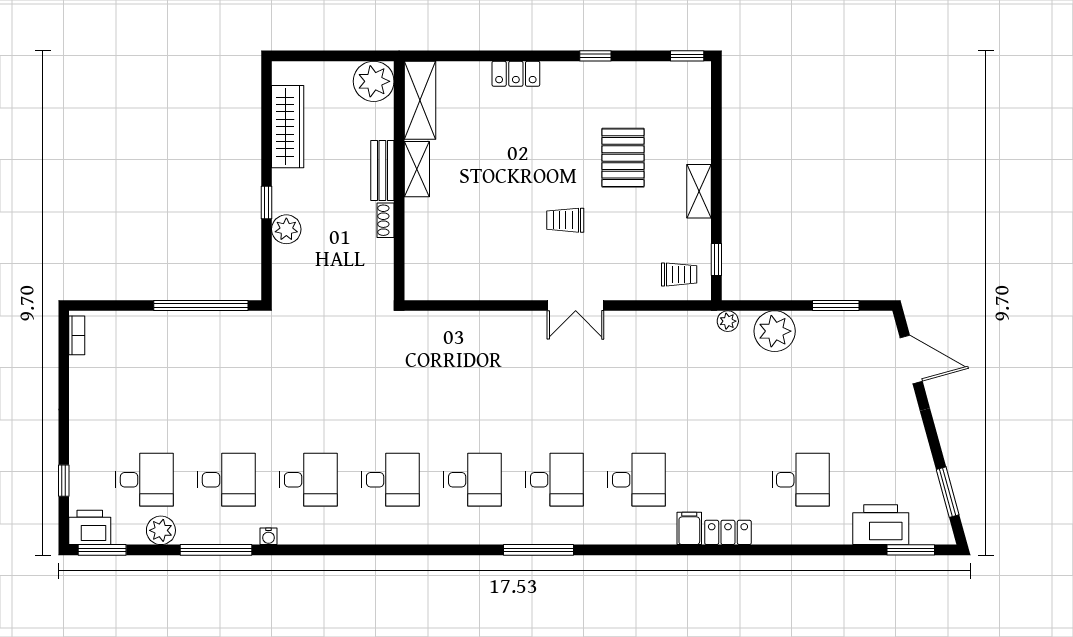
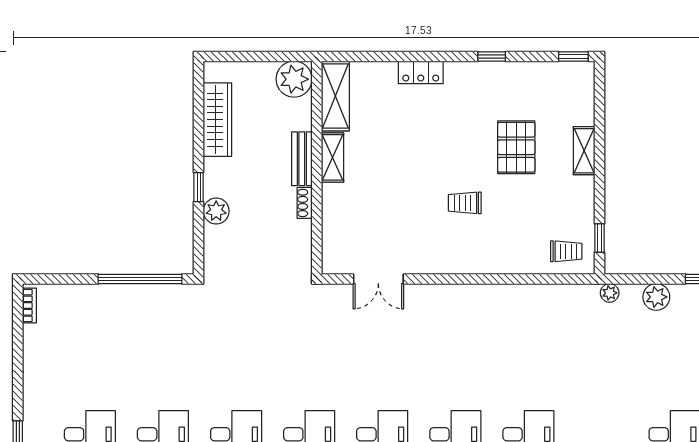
shelving: (699, 191) -> (584, 151), moved
double door: (576, 305) -> (378, 279), moved
plant: (775, 331) -> (656, 297), width x0.73, depth x0.73

